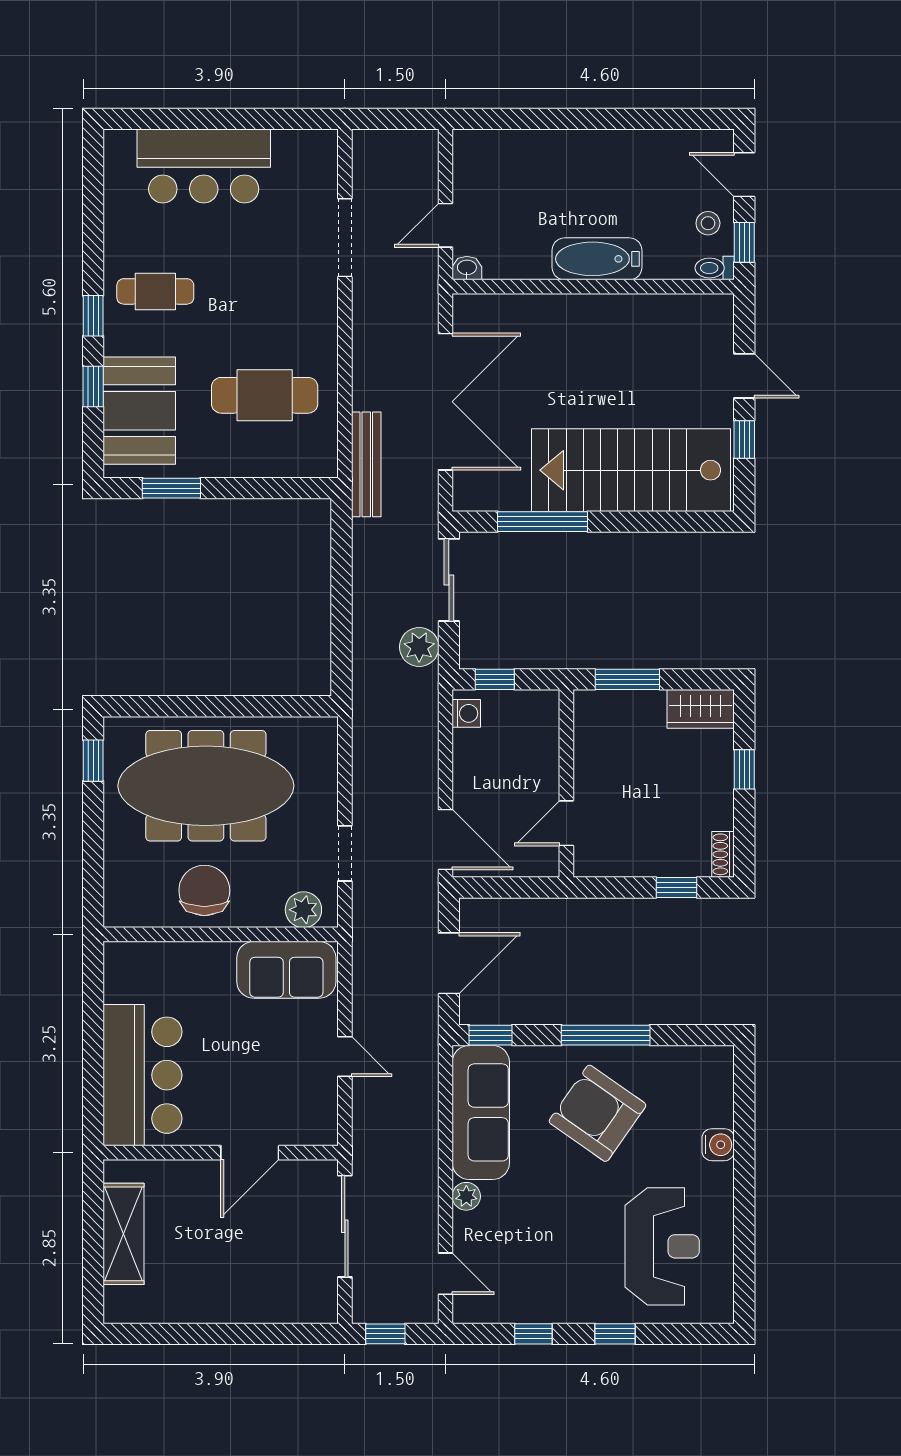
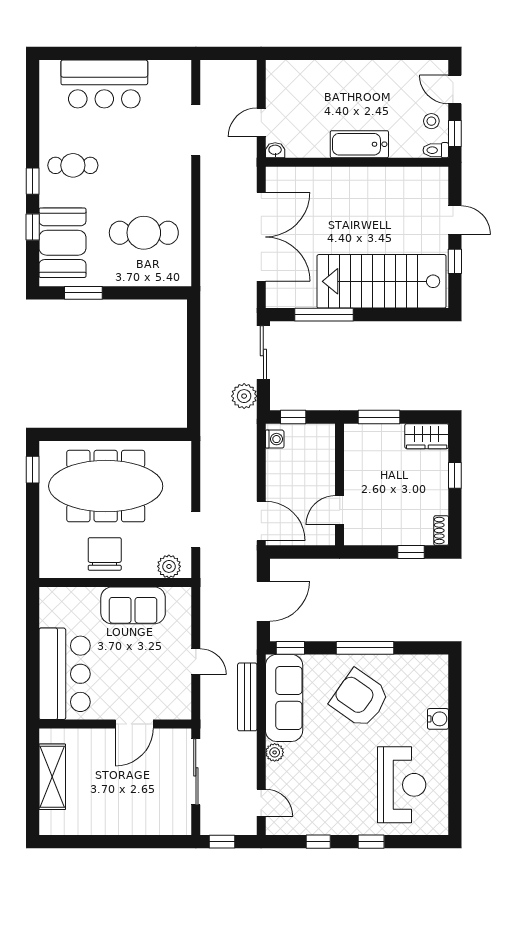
bench: (366, 464) -> (247, 697), moved
sofa: (286, 970) -> (133, 605), moved

